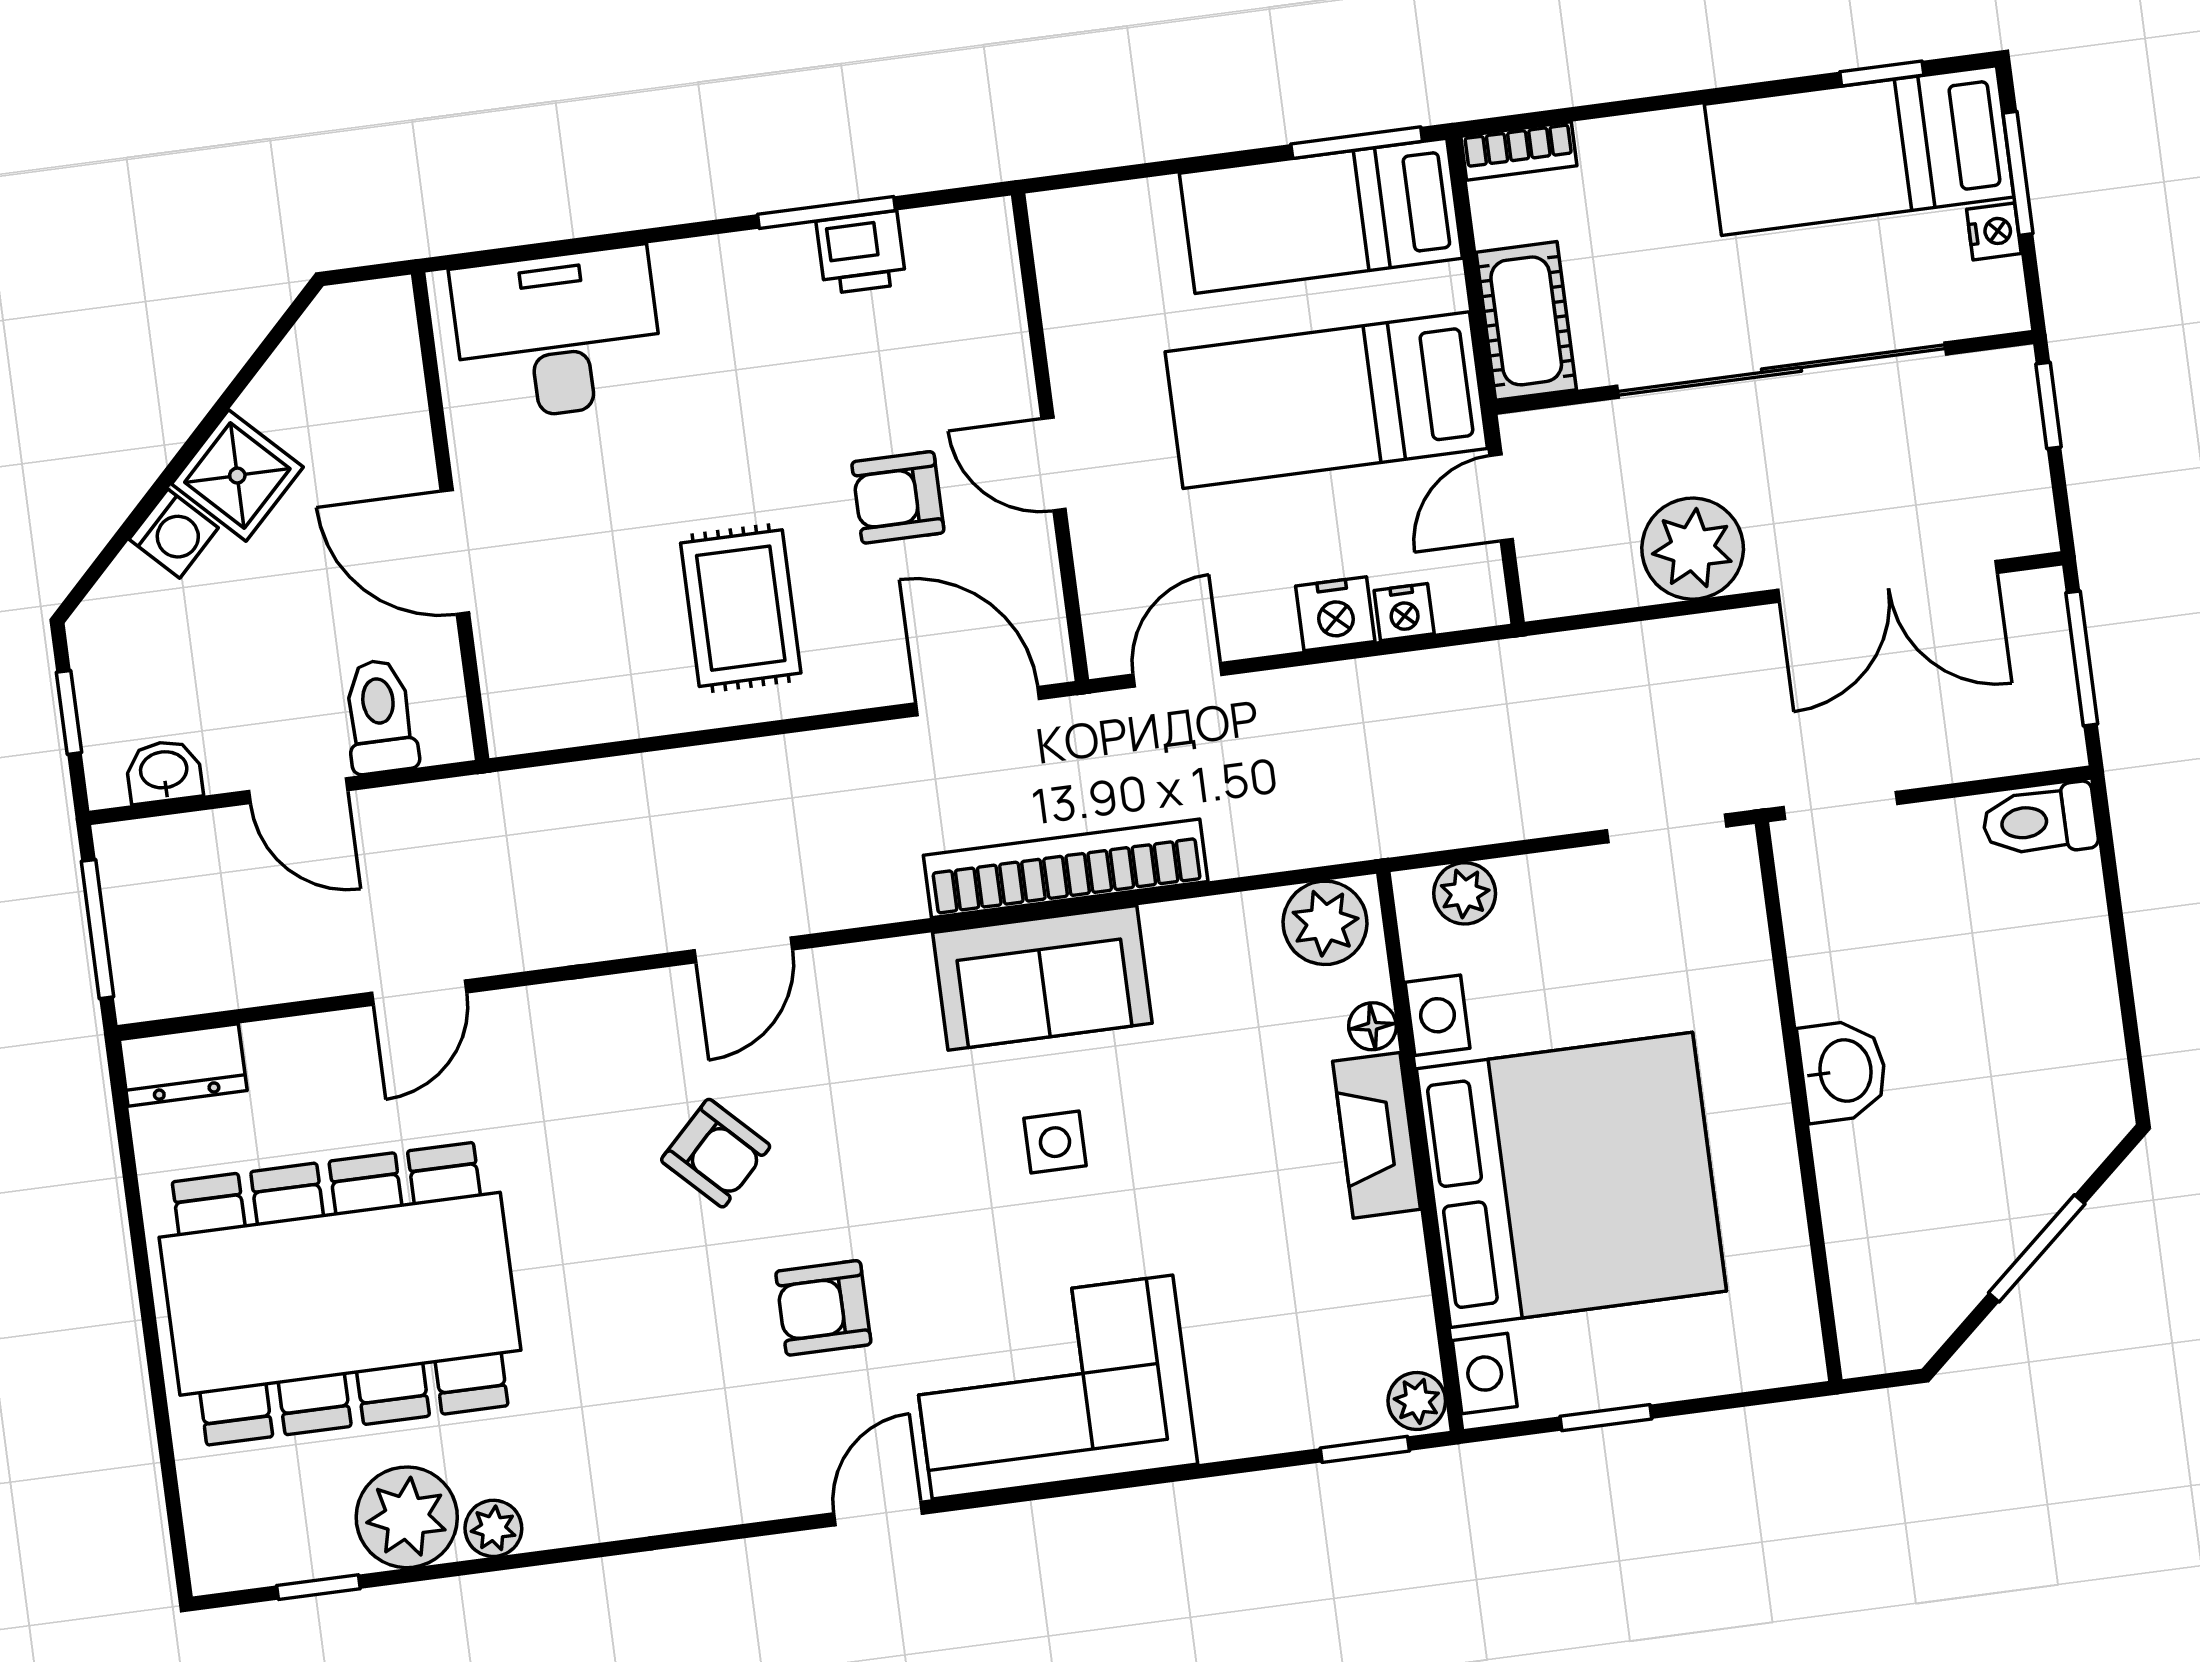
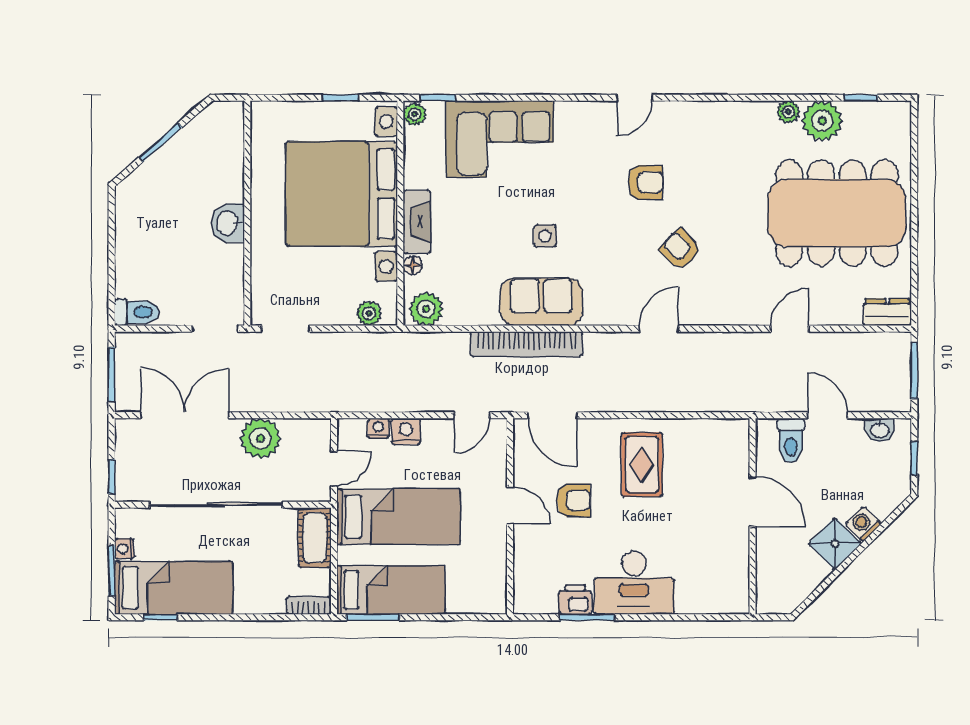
desk: (557, 334) -> (634, 583), moved
corner sofa: (1052, 1387) -> (500, 139), moved

